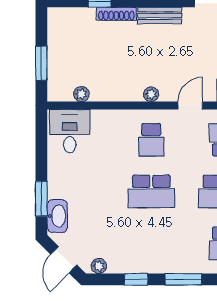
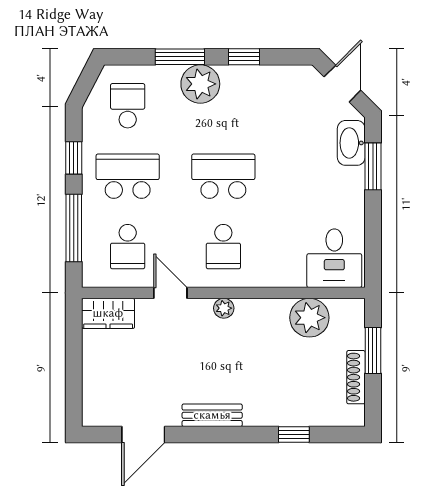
shoe rack: (116, 14) -> (356, 377), moved, turned -90
plant: (81, 94) -> (309, 318), width x1.87, depth x1.87
door: (190, 106) -> (170, 293), swing flipped
school desk: (151, 140) -> (223, 247), turned 180
plant: (99, 266) -> (200, 84), moved, width x1.88, depth x1.88

